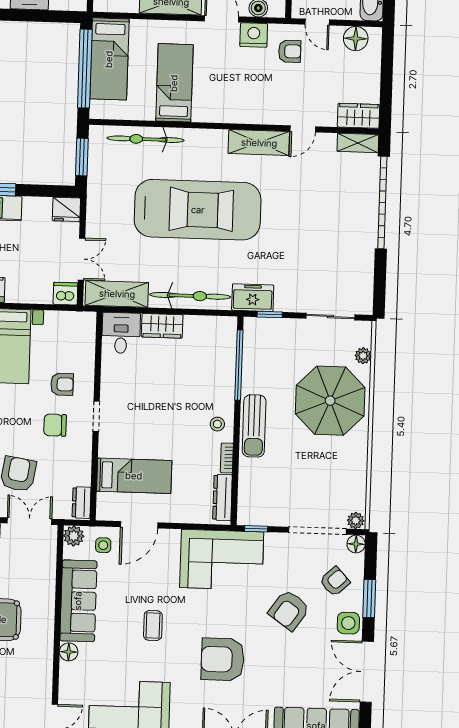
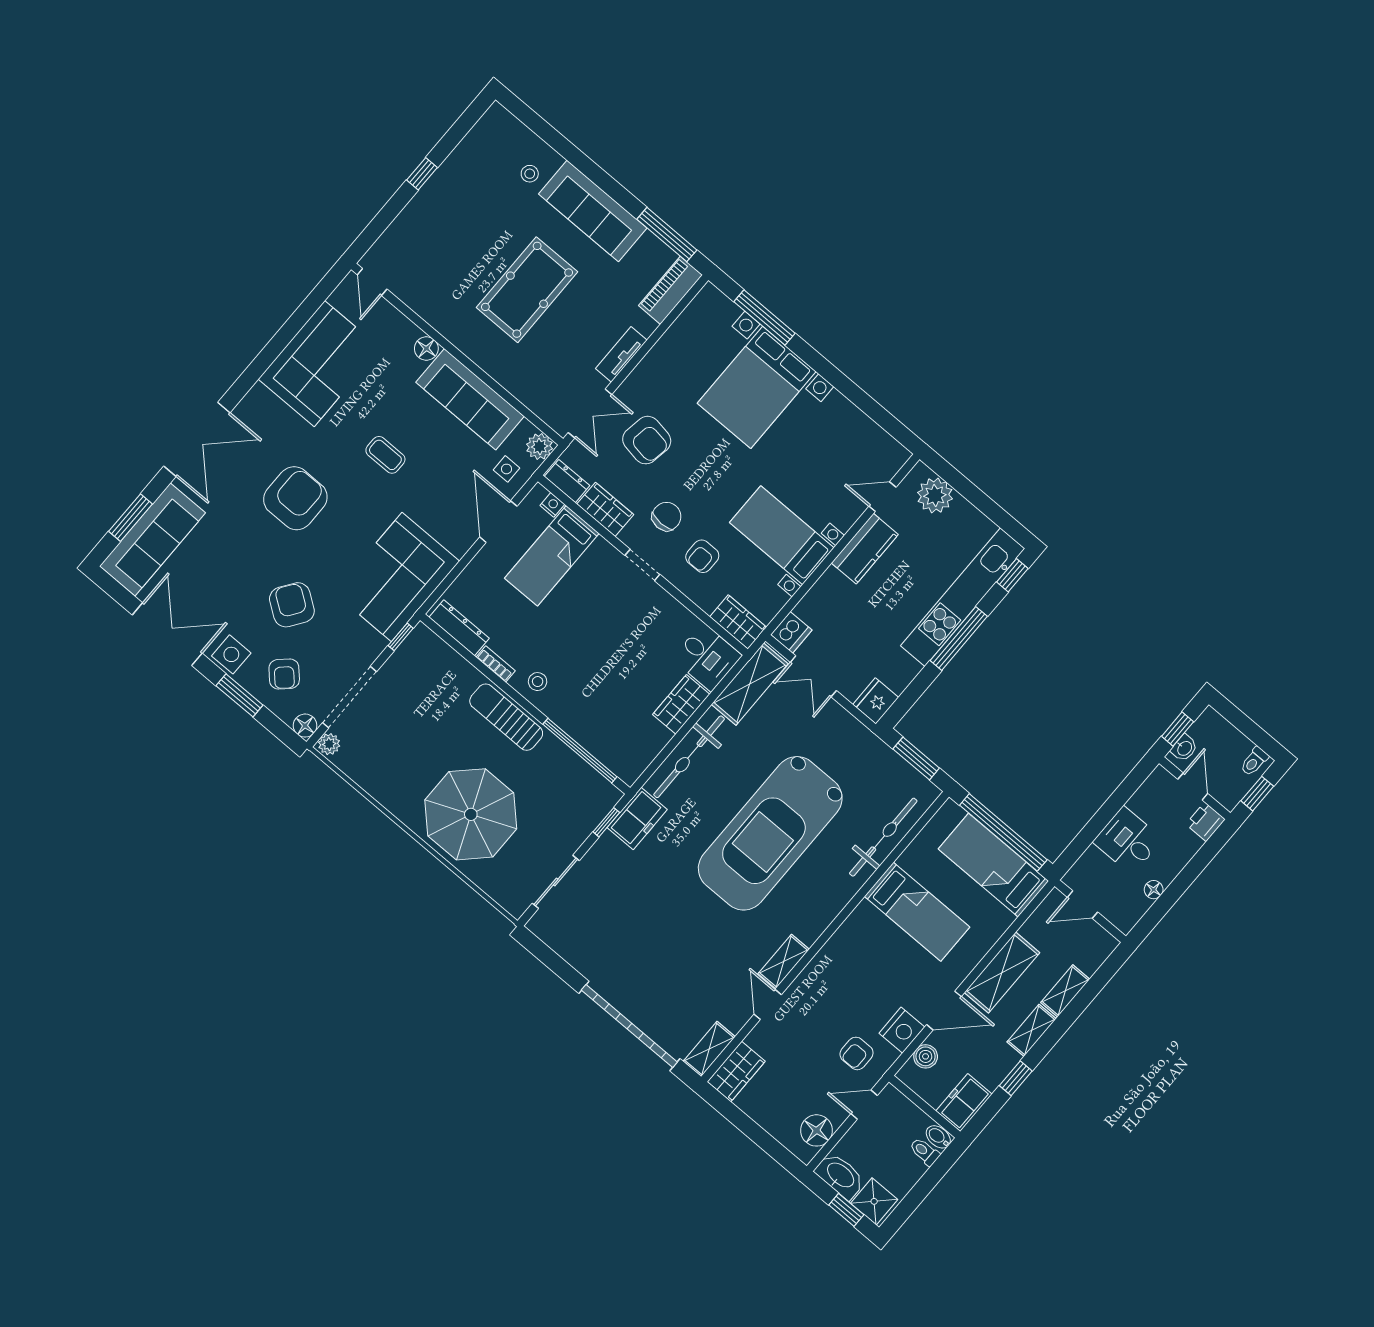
shelving: (259, 143) -> (784, 962), width x0.67, depth x0.75
wardrobe: (85, 331) -> (738, 622), added
plant: (363, 356) -> (490, 884), removed
wardrobe: (80, 466) -> (605, 509), added
nightstand: (103, 500) -> (552, 505), added

